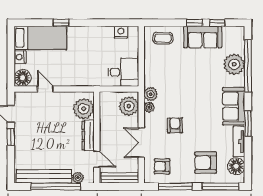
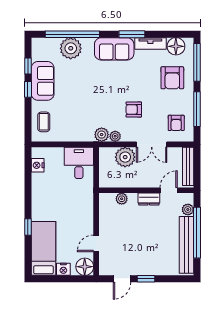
plant: (129, 106) -> (125, 157), moved
plant: (84, 109) -> (122, 199), width x0.53, depth x0.53
dresser: (88, 135) -> (149, 199), width x0.70

